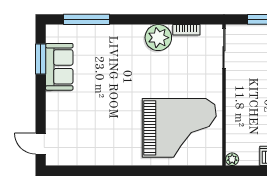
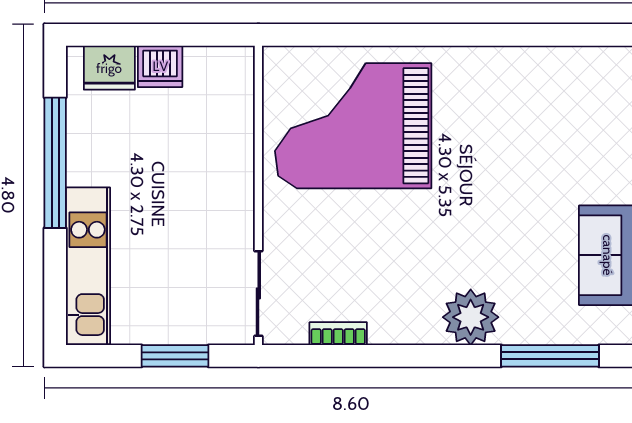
plant: (158, 38) -> (471, 317), moved
plant: (232, 159) -> (241, 59), removed

